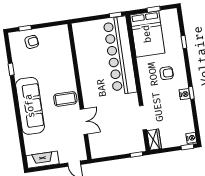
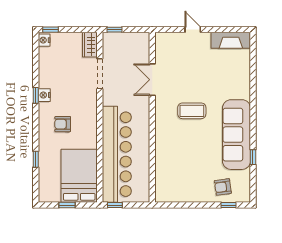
wall: (79, 92) -> (152, 117), moved
sofa: (30, 106) -> (236, 135), moved
double door: (84, 122) -> (152, 80), moved

